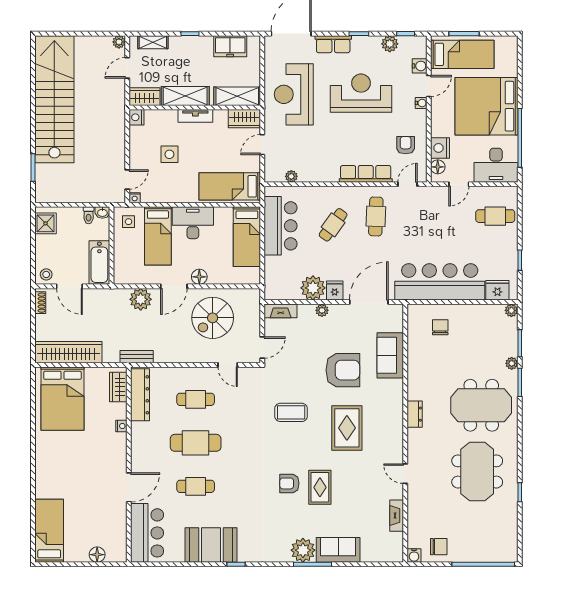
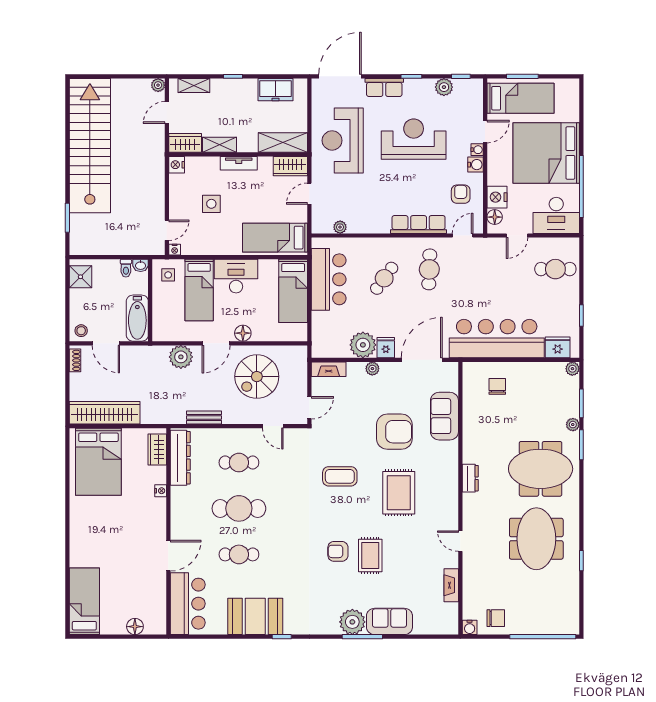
water cooler: (420, 66) -> (476, 165), moved
shelving: (185, 96) -> (220, 145), width x0.67, depth x0.75
bench: (137, 357) -> (204, 418), moved

